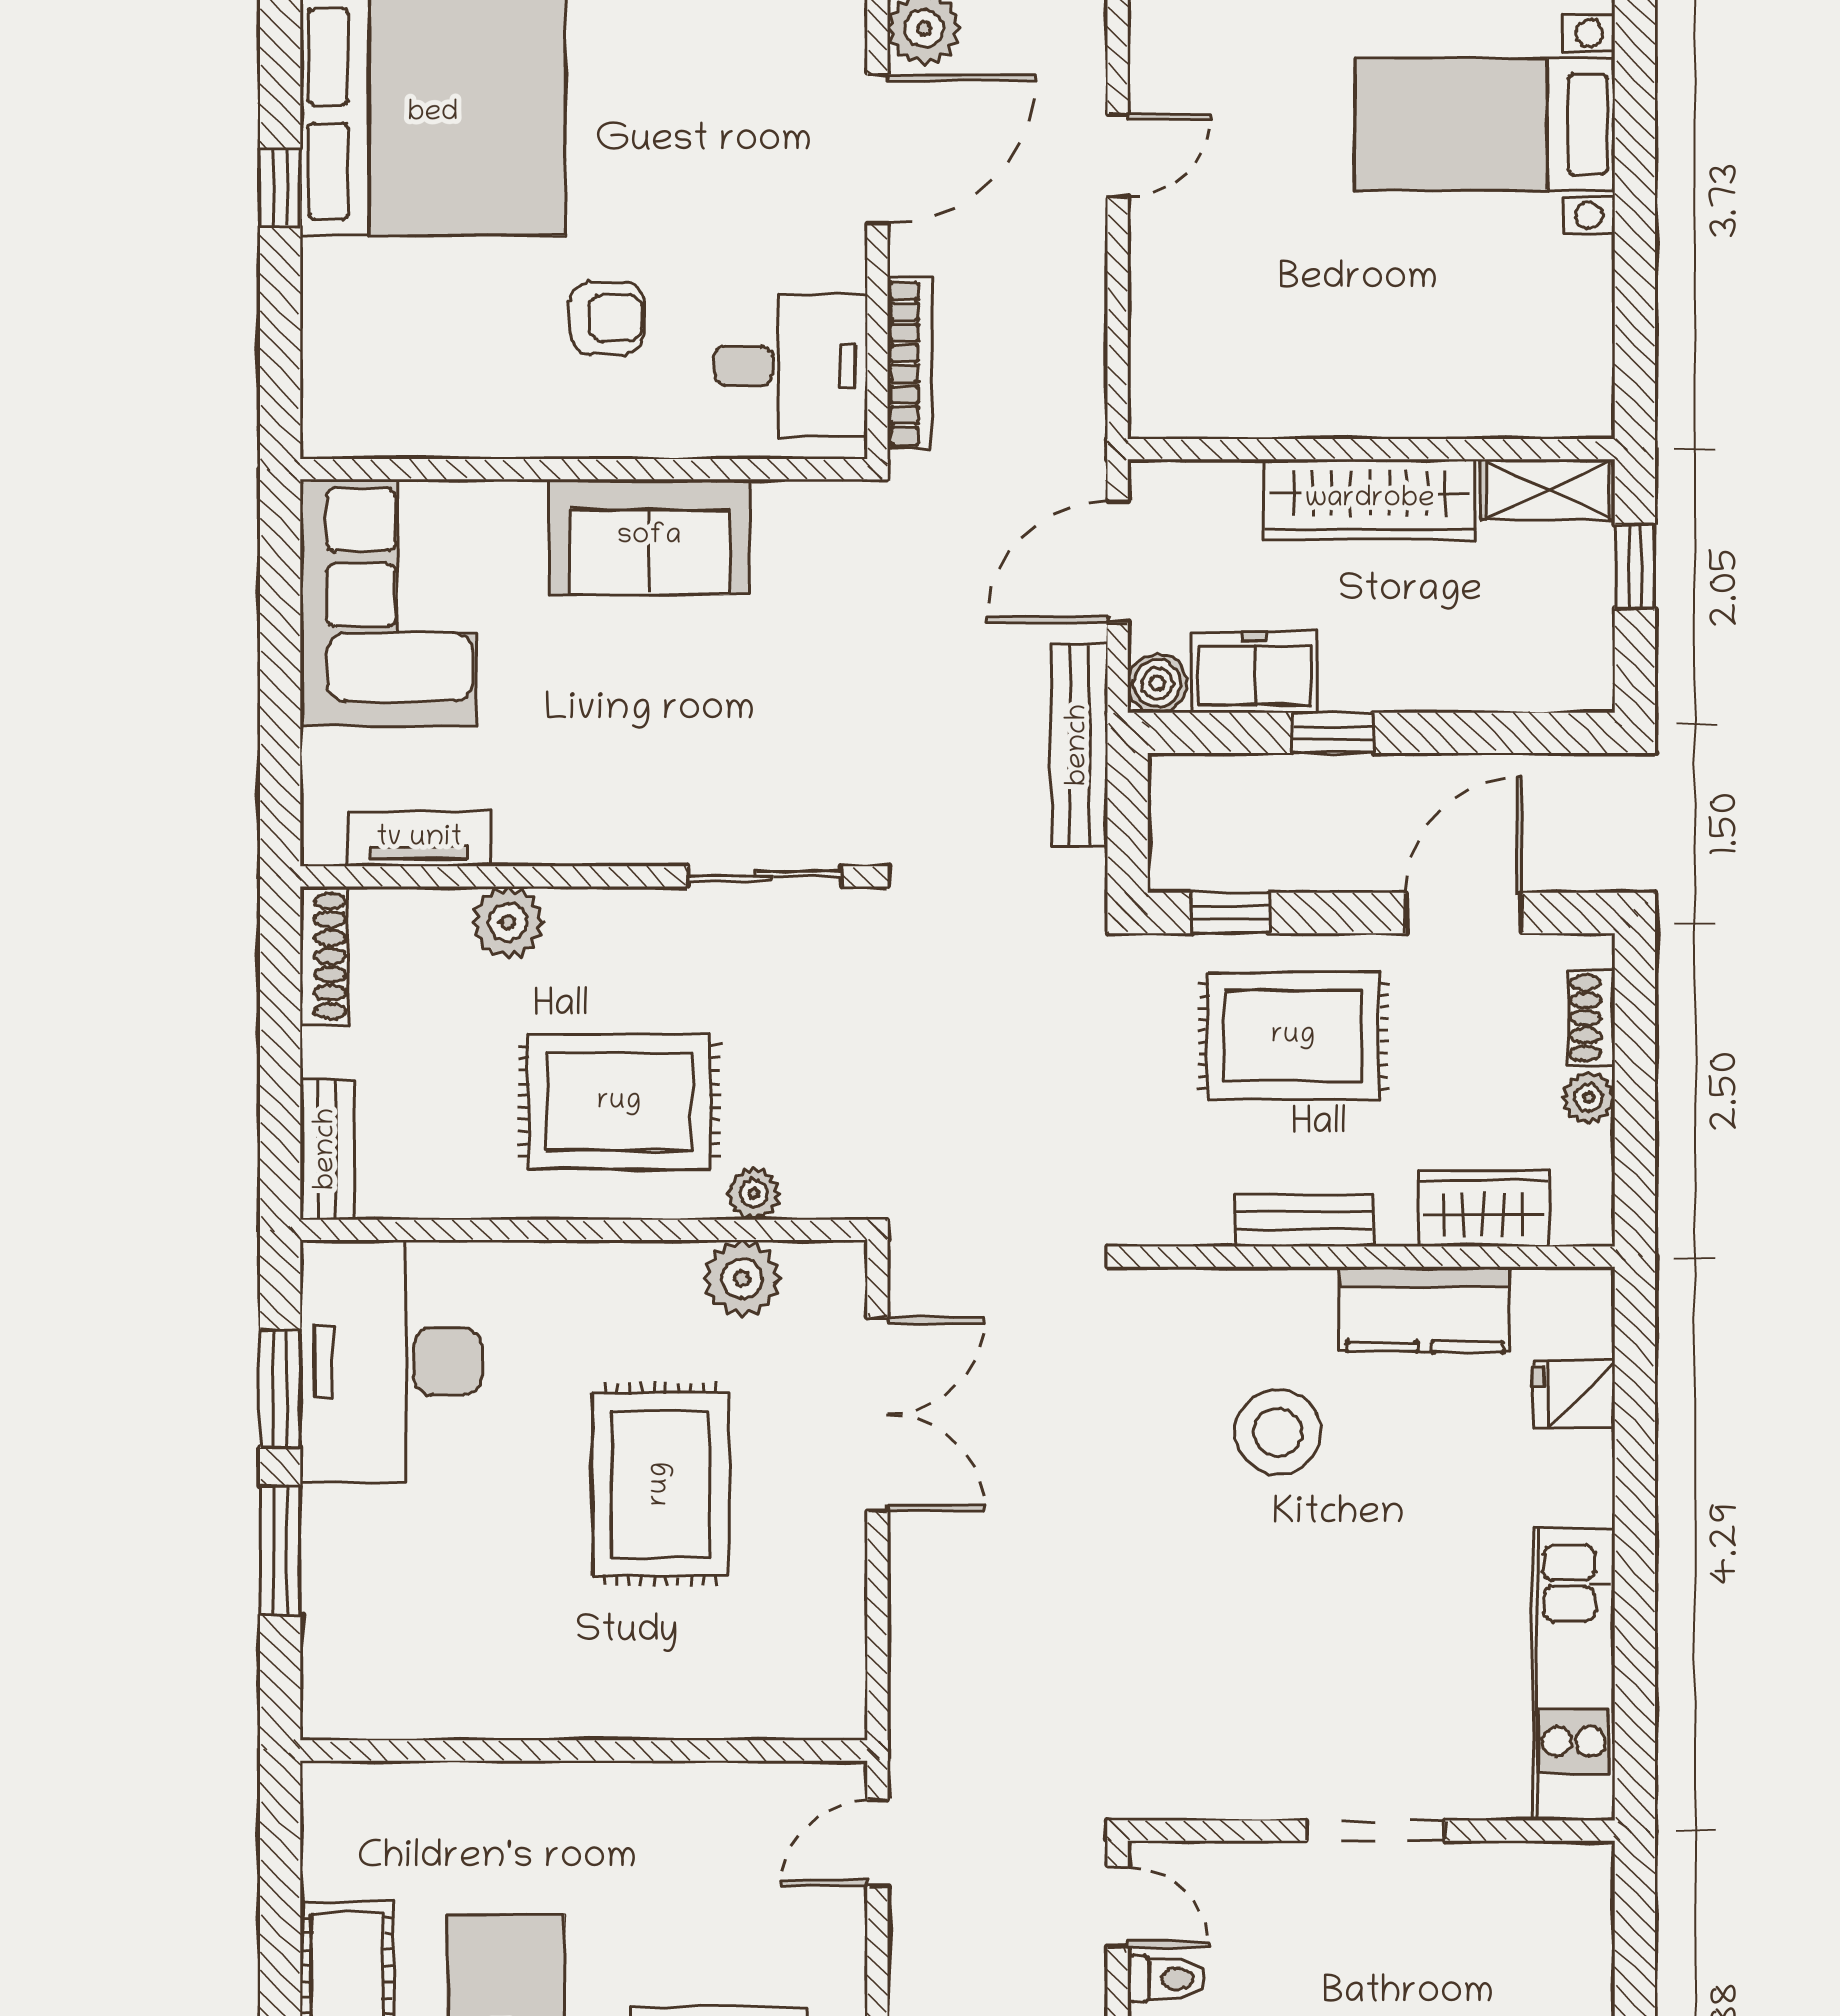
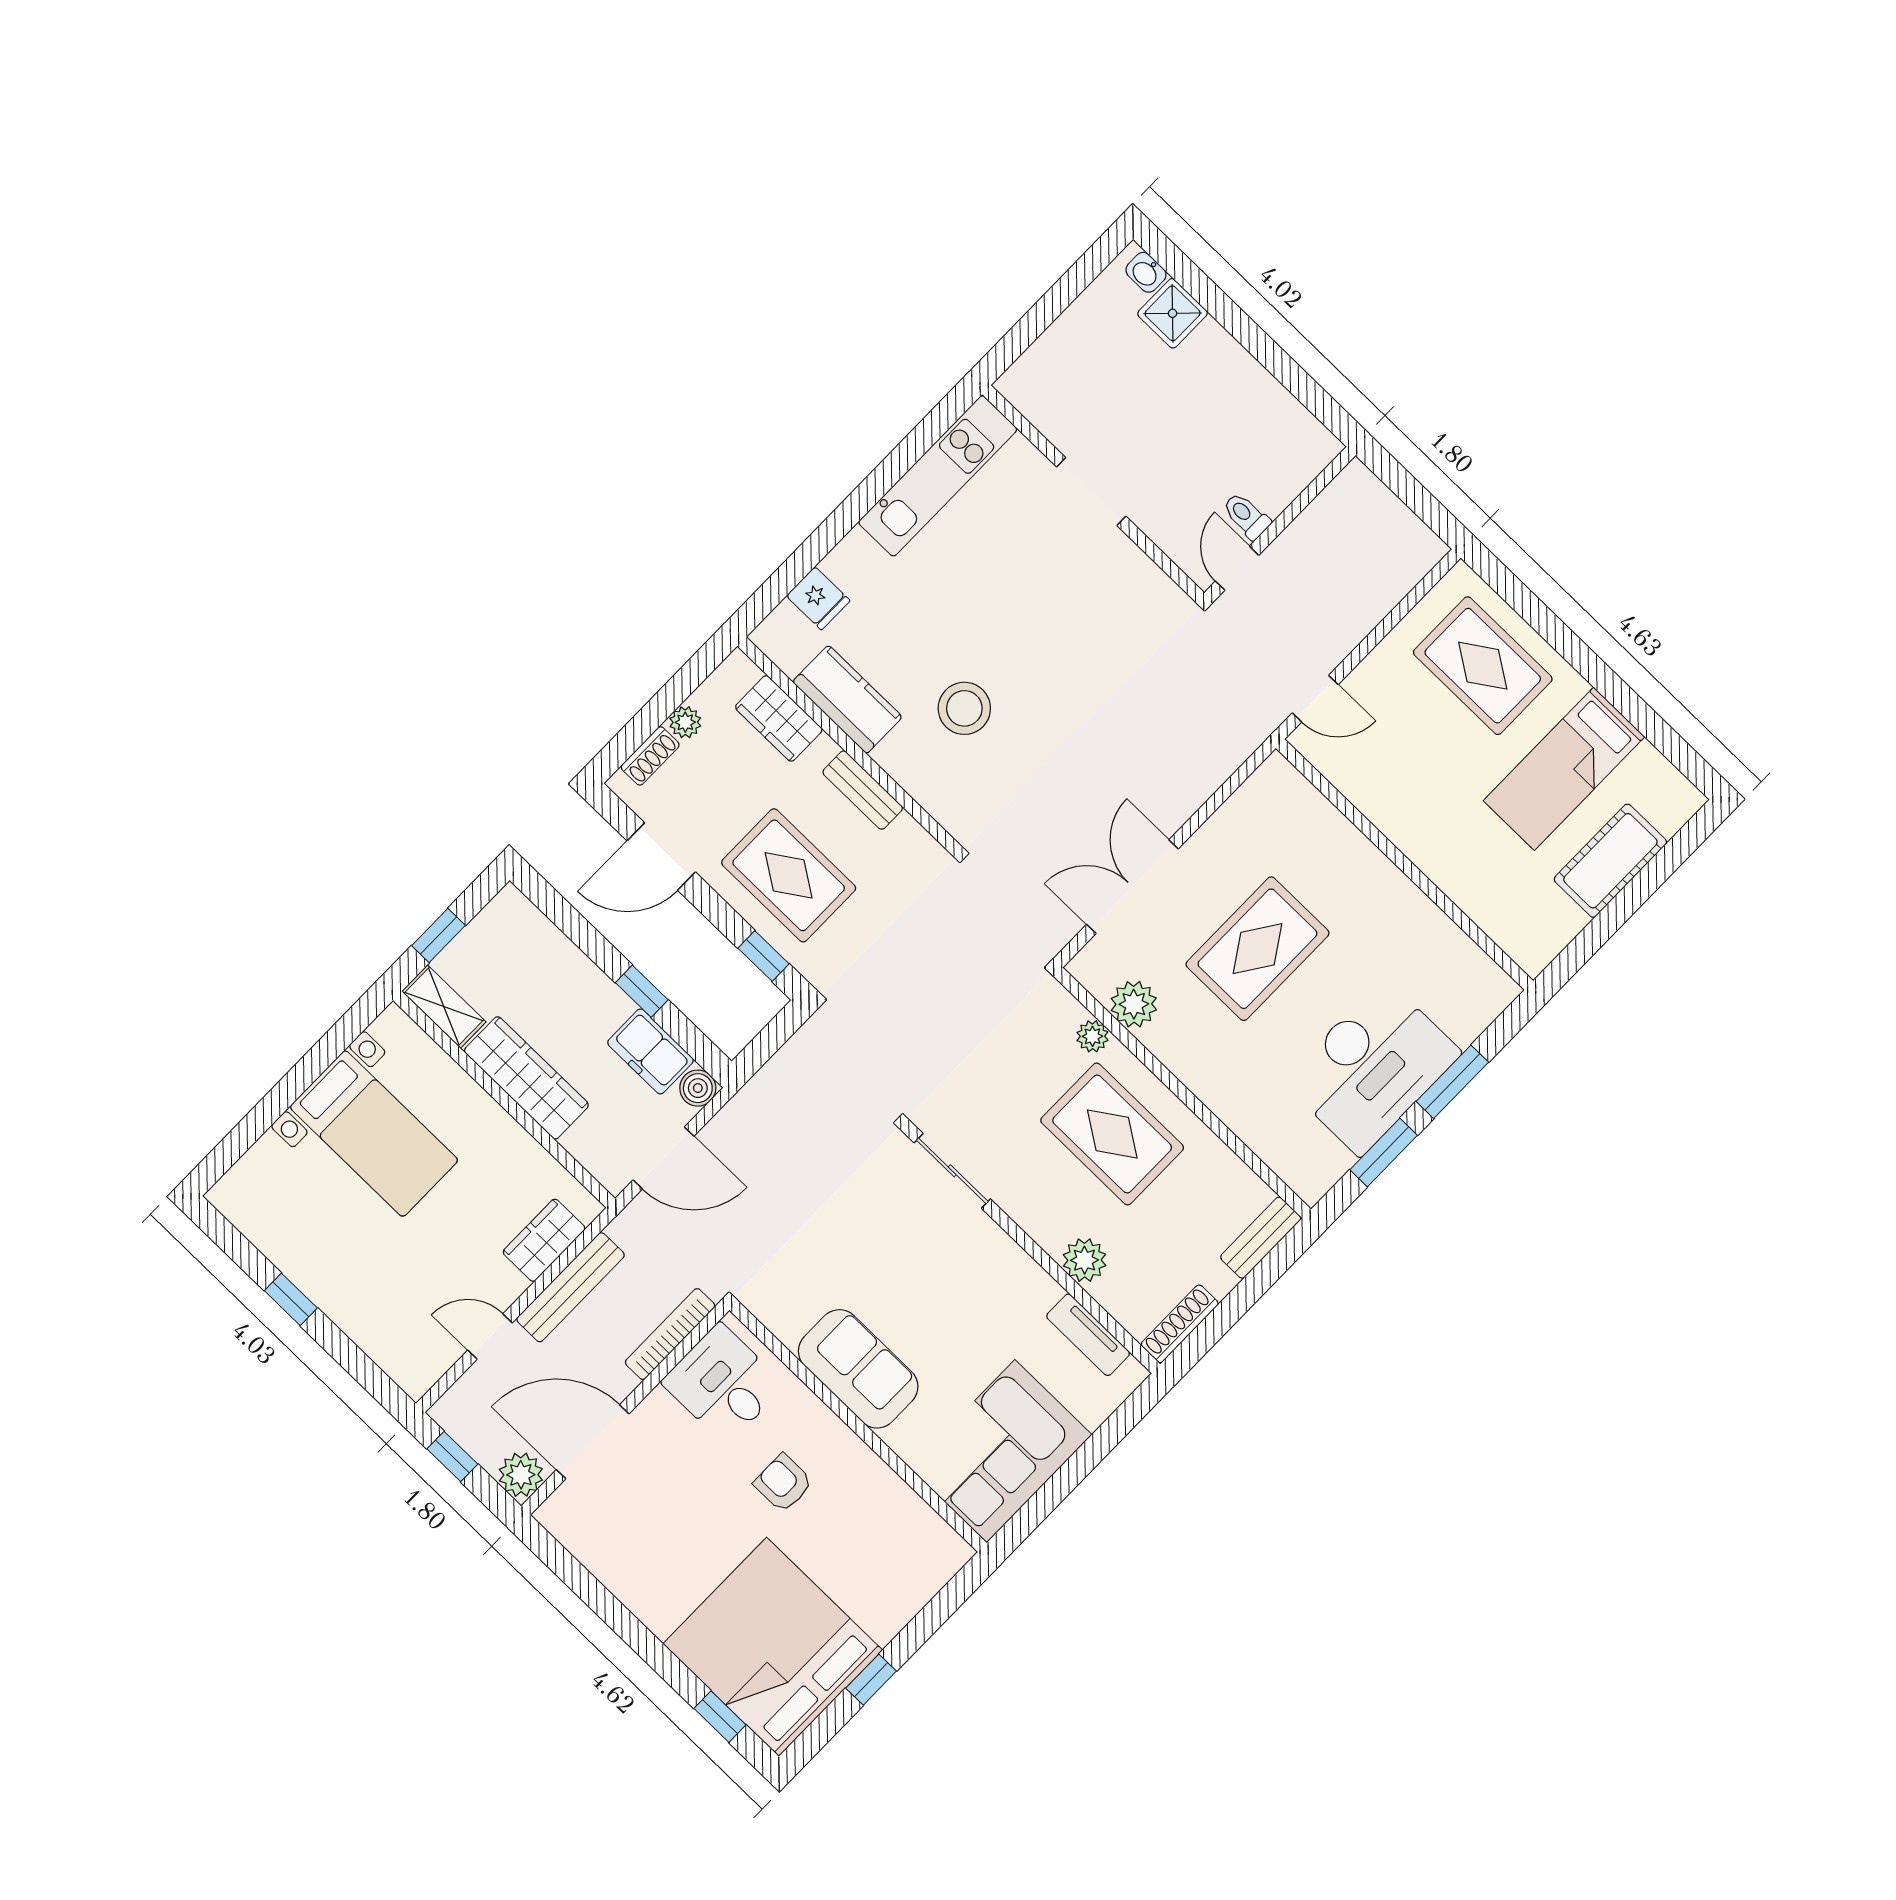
bed with nightstands: (1485, 124) -> (374, 1134), moved
wardrobe: (1164, 330) -> (544, 1240), added
bench: (1079, 745) -> (571, 1287), moved
desk: (391, 1361) -> (1372, 1067), moved

